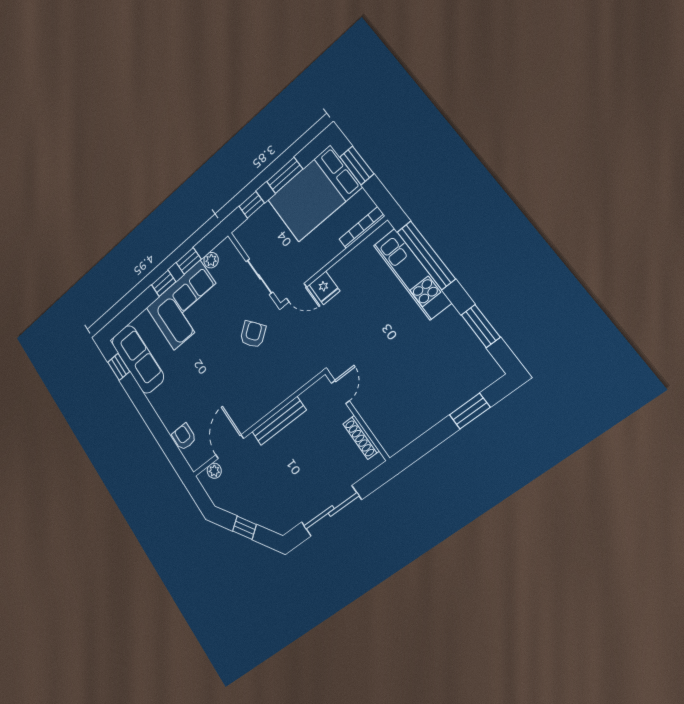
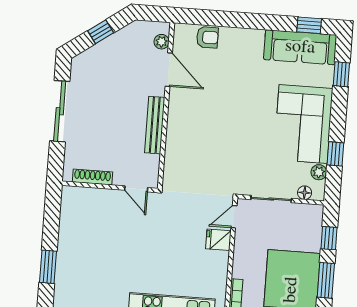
floor lamp: (234, 256) -> (305, 193), added
window: (164, 283) -> (341, 74), moved
armchair: (253, 334) -> (234, 158), removed

